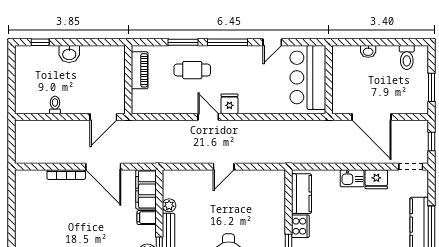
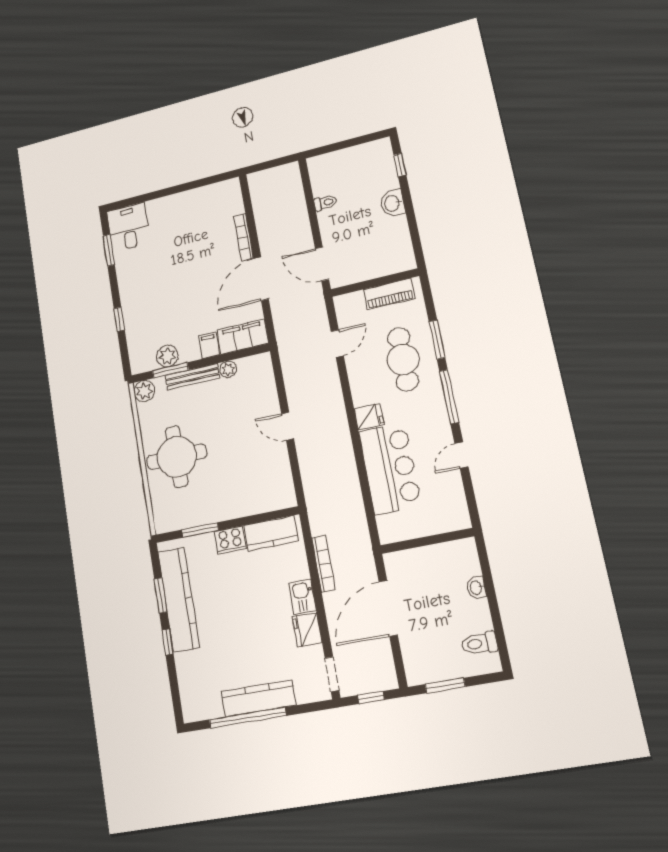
door: (272, 42) -> (461, 455), hinge flipped
cafe table: (192, 70) -> (403, 359), width x1.37, depth x1.35
bar counter: (308, 77) -> (390, 468), moved, turned 90
door: (208, 117) -> (337, 344), moved
bookcase: (331, 158) -> (323, 564), added

